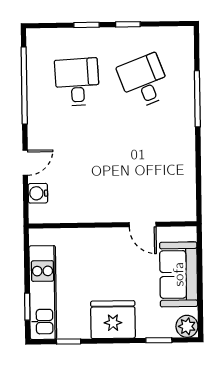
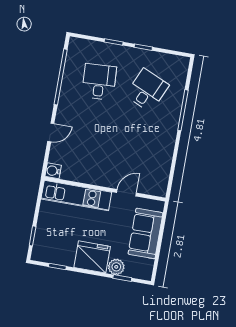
desk: (144, 81) -> (147, 90), turned 45
water cooler: (38, 193) -> (53, 171), moved
door: (143, 224) -> (127, 193), swing flipped
kitchen unit: (43, 293) -> (76, 196), moved, turned 90
plant: (187, 326) -> (116, 267), moved

